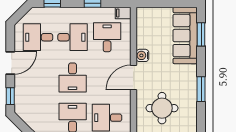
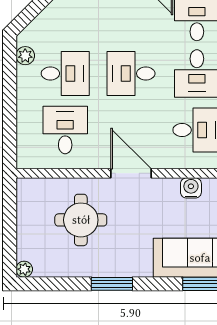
water cooler: (142, 55) -> (191, 188), moved

